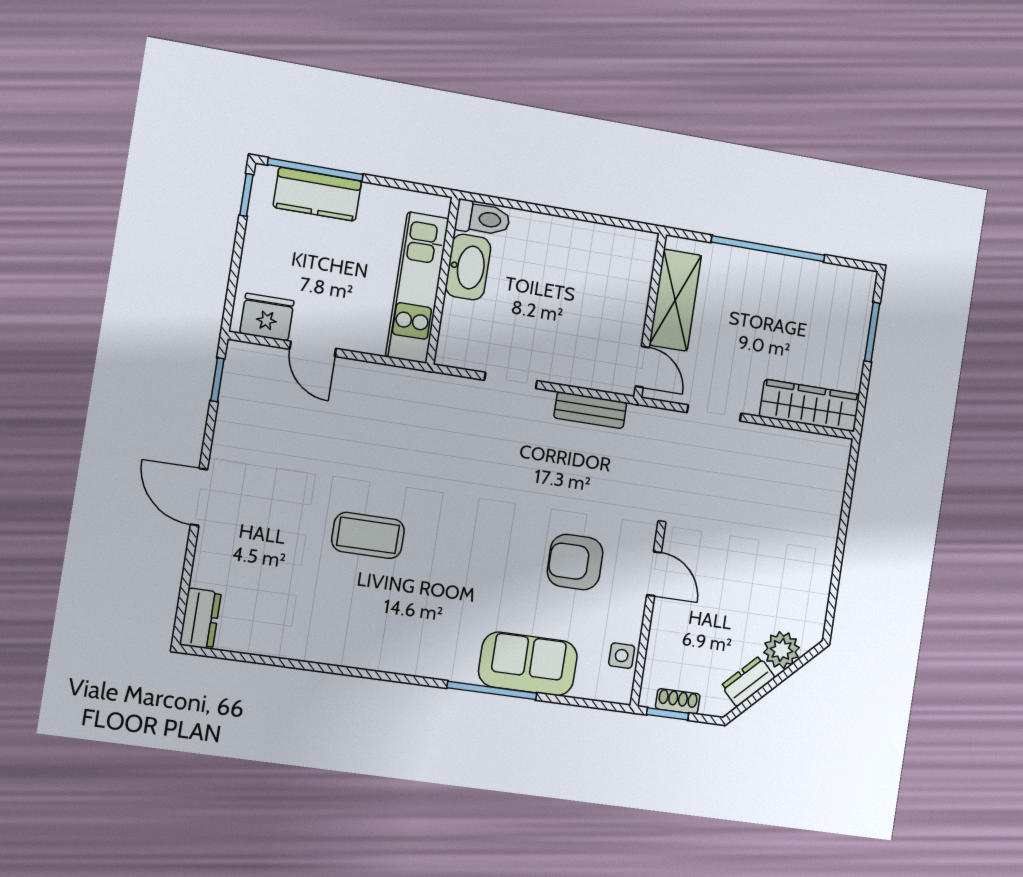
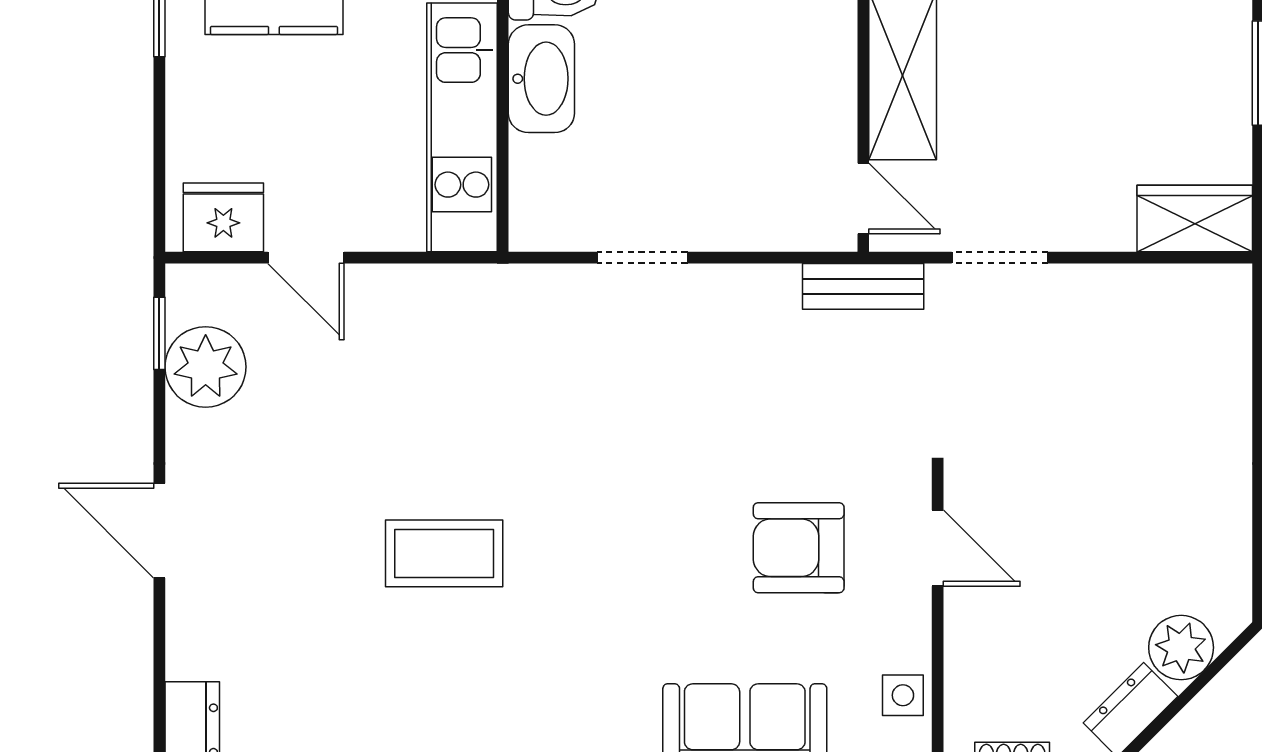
plant: (242, 404) -> (206, 367), added
wardrobe: (810, 406) -> (1195, 218), width x0.67
bench: (590, 410) -> (863, 286), moved

